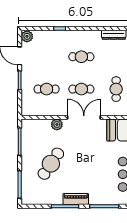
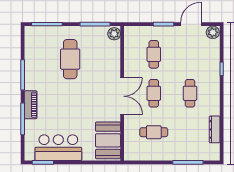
plant: (57, 124) -> (114, 34), moved
cafe table: (51, 164) -> (70, 59), turned 56
piano: (76, 199) -> (31, 105), moved

